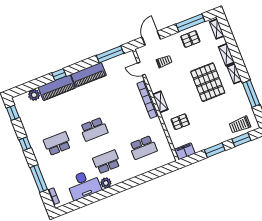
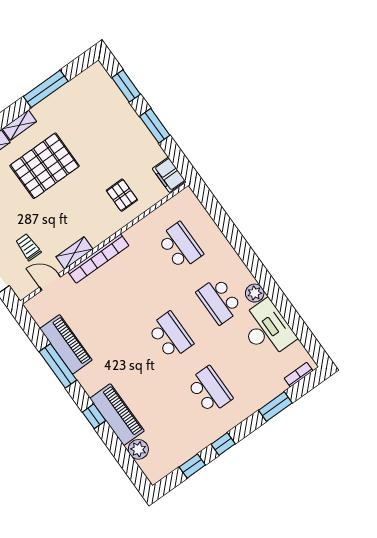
window: (110, 54) -> (58, 366), moved
door: (141, 69) -> (50, 282), swing flipped
piano: (89, 75) -> (66, 344), moved
shelving: (160, 102) -> (74, 253), moved
window: (13, 113) -> (192, 466), moved
trolley: (240, 125) -> (102, 95), removed
school desk: (57, 144) -> (210, 390), turned 180
window: (39, 179) -> (275, 407), width x0.69

